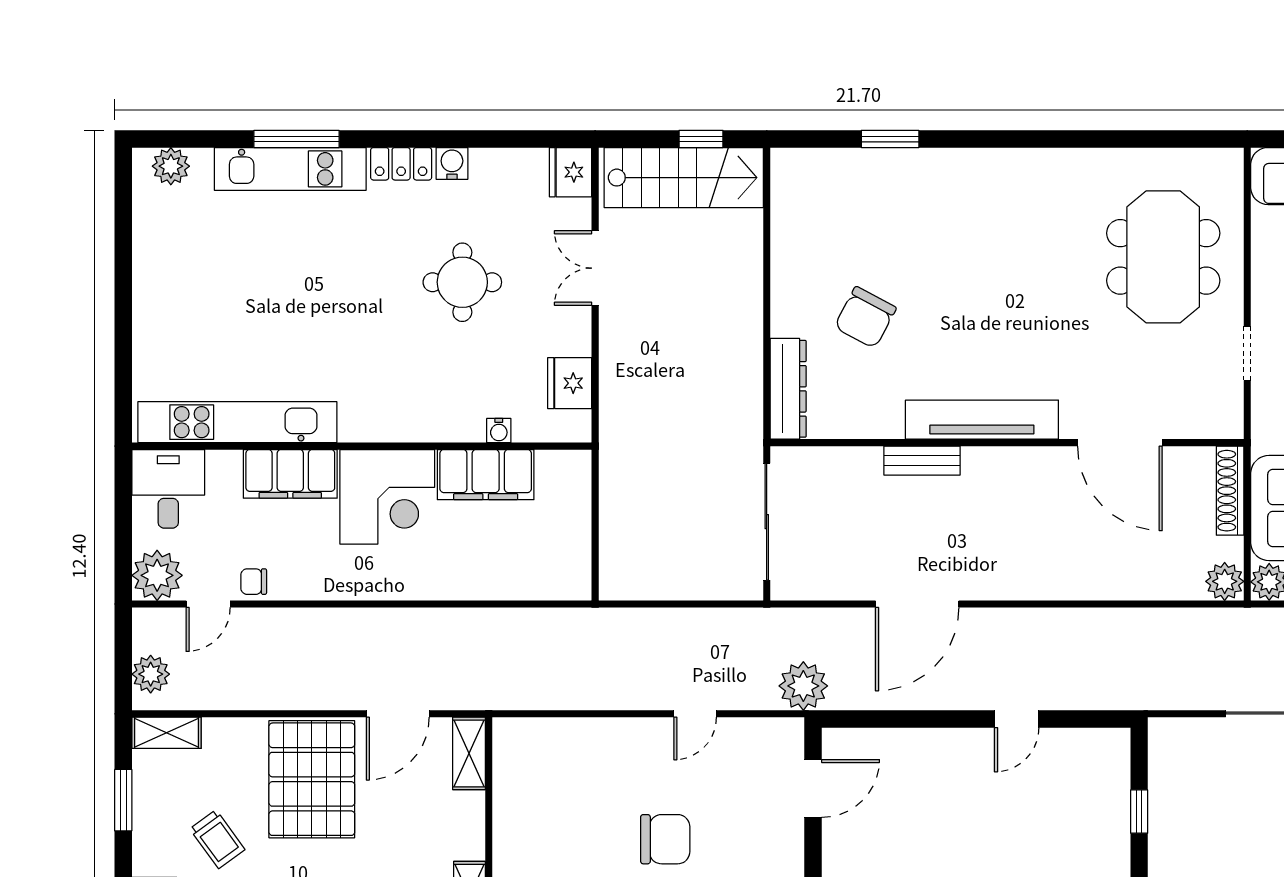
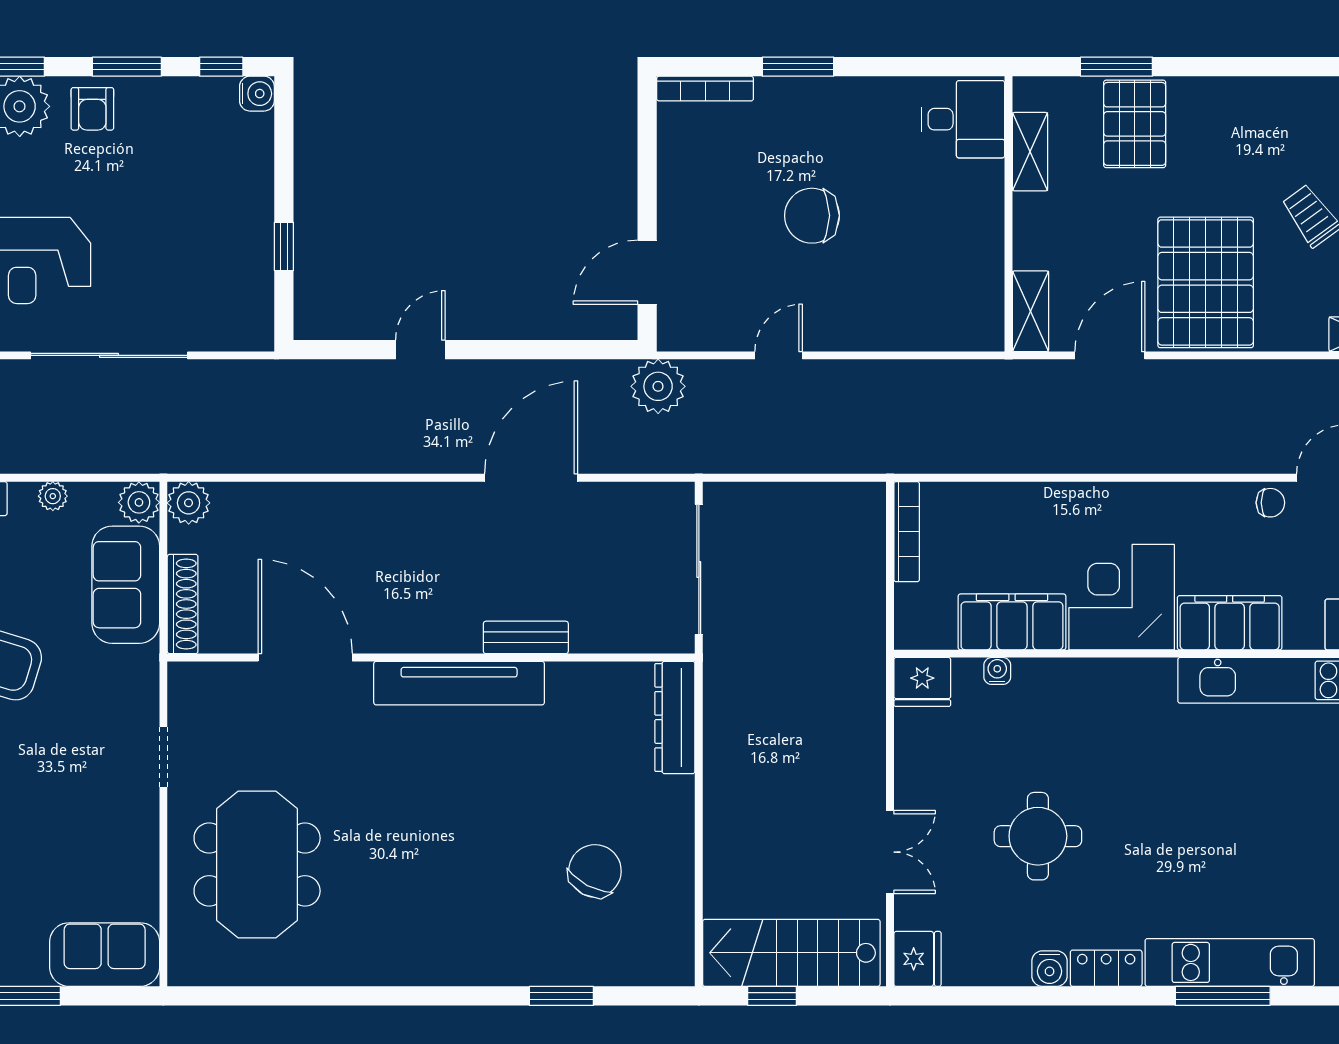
chair: (865, 317) -> (595, 871), moved
fridge: (570, 383) -> (922, 682), moved, turned 90
bookcase: (580, 556) -> (907, 532), added

